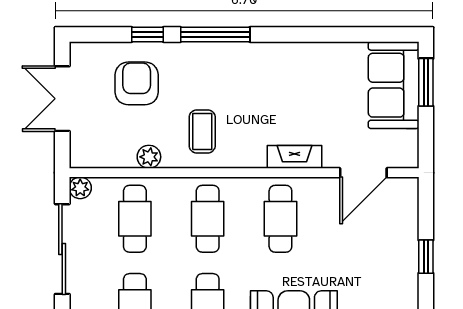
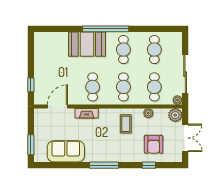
window: (215, 35) -> (104, 165), moved
sofa: (394, 85) -> (66, 151), moved, turned -90
plant: (85, 152) -> (175, 115), added
window: (426, 257) -> (31, 85), moved

